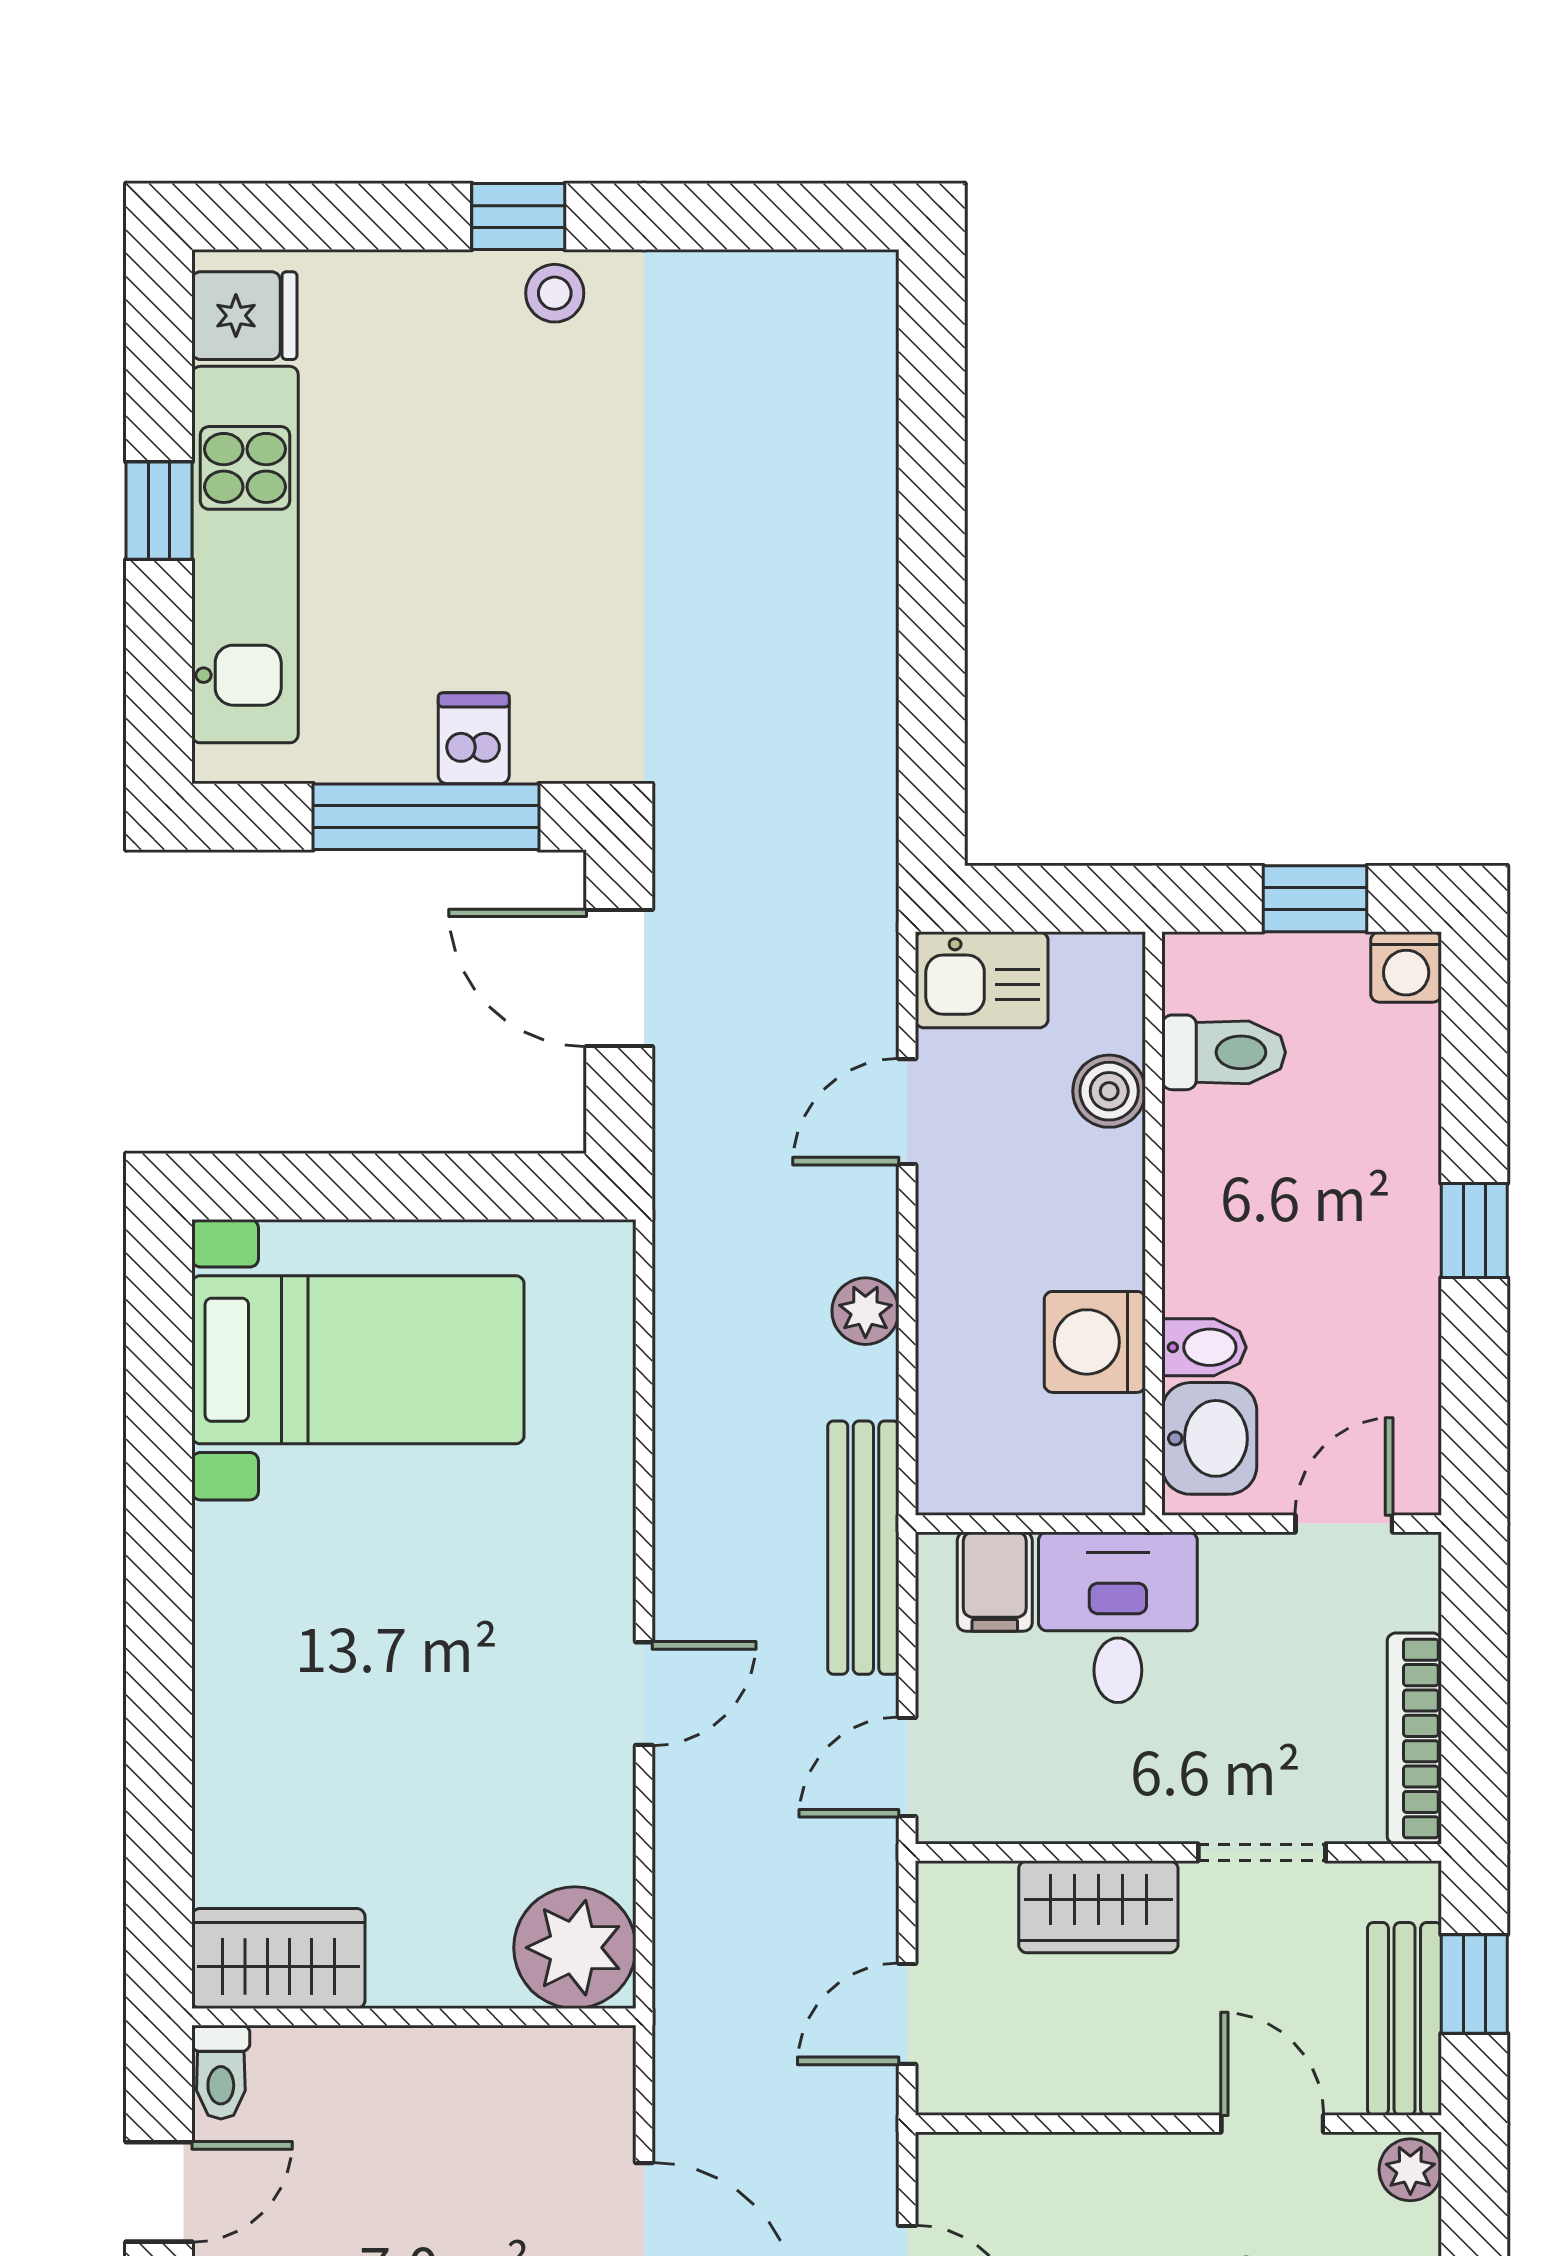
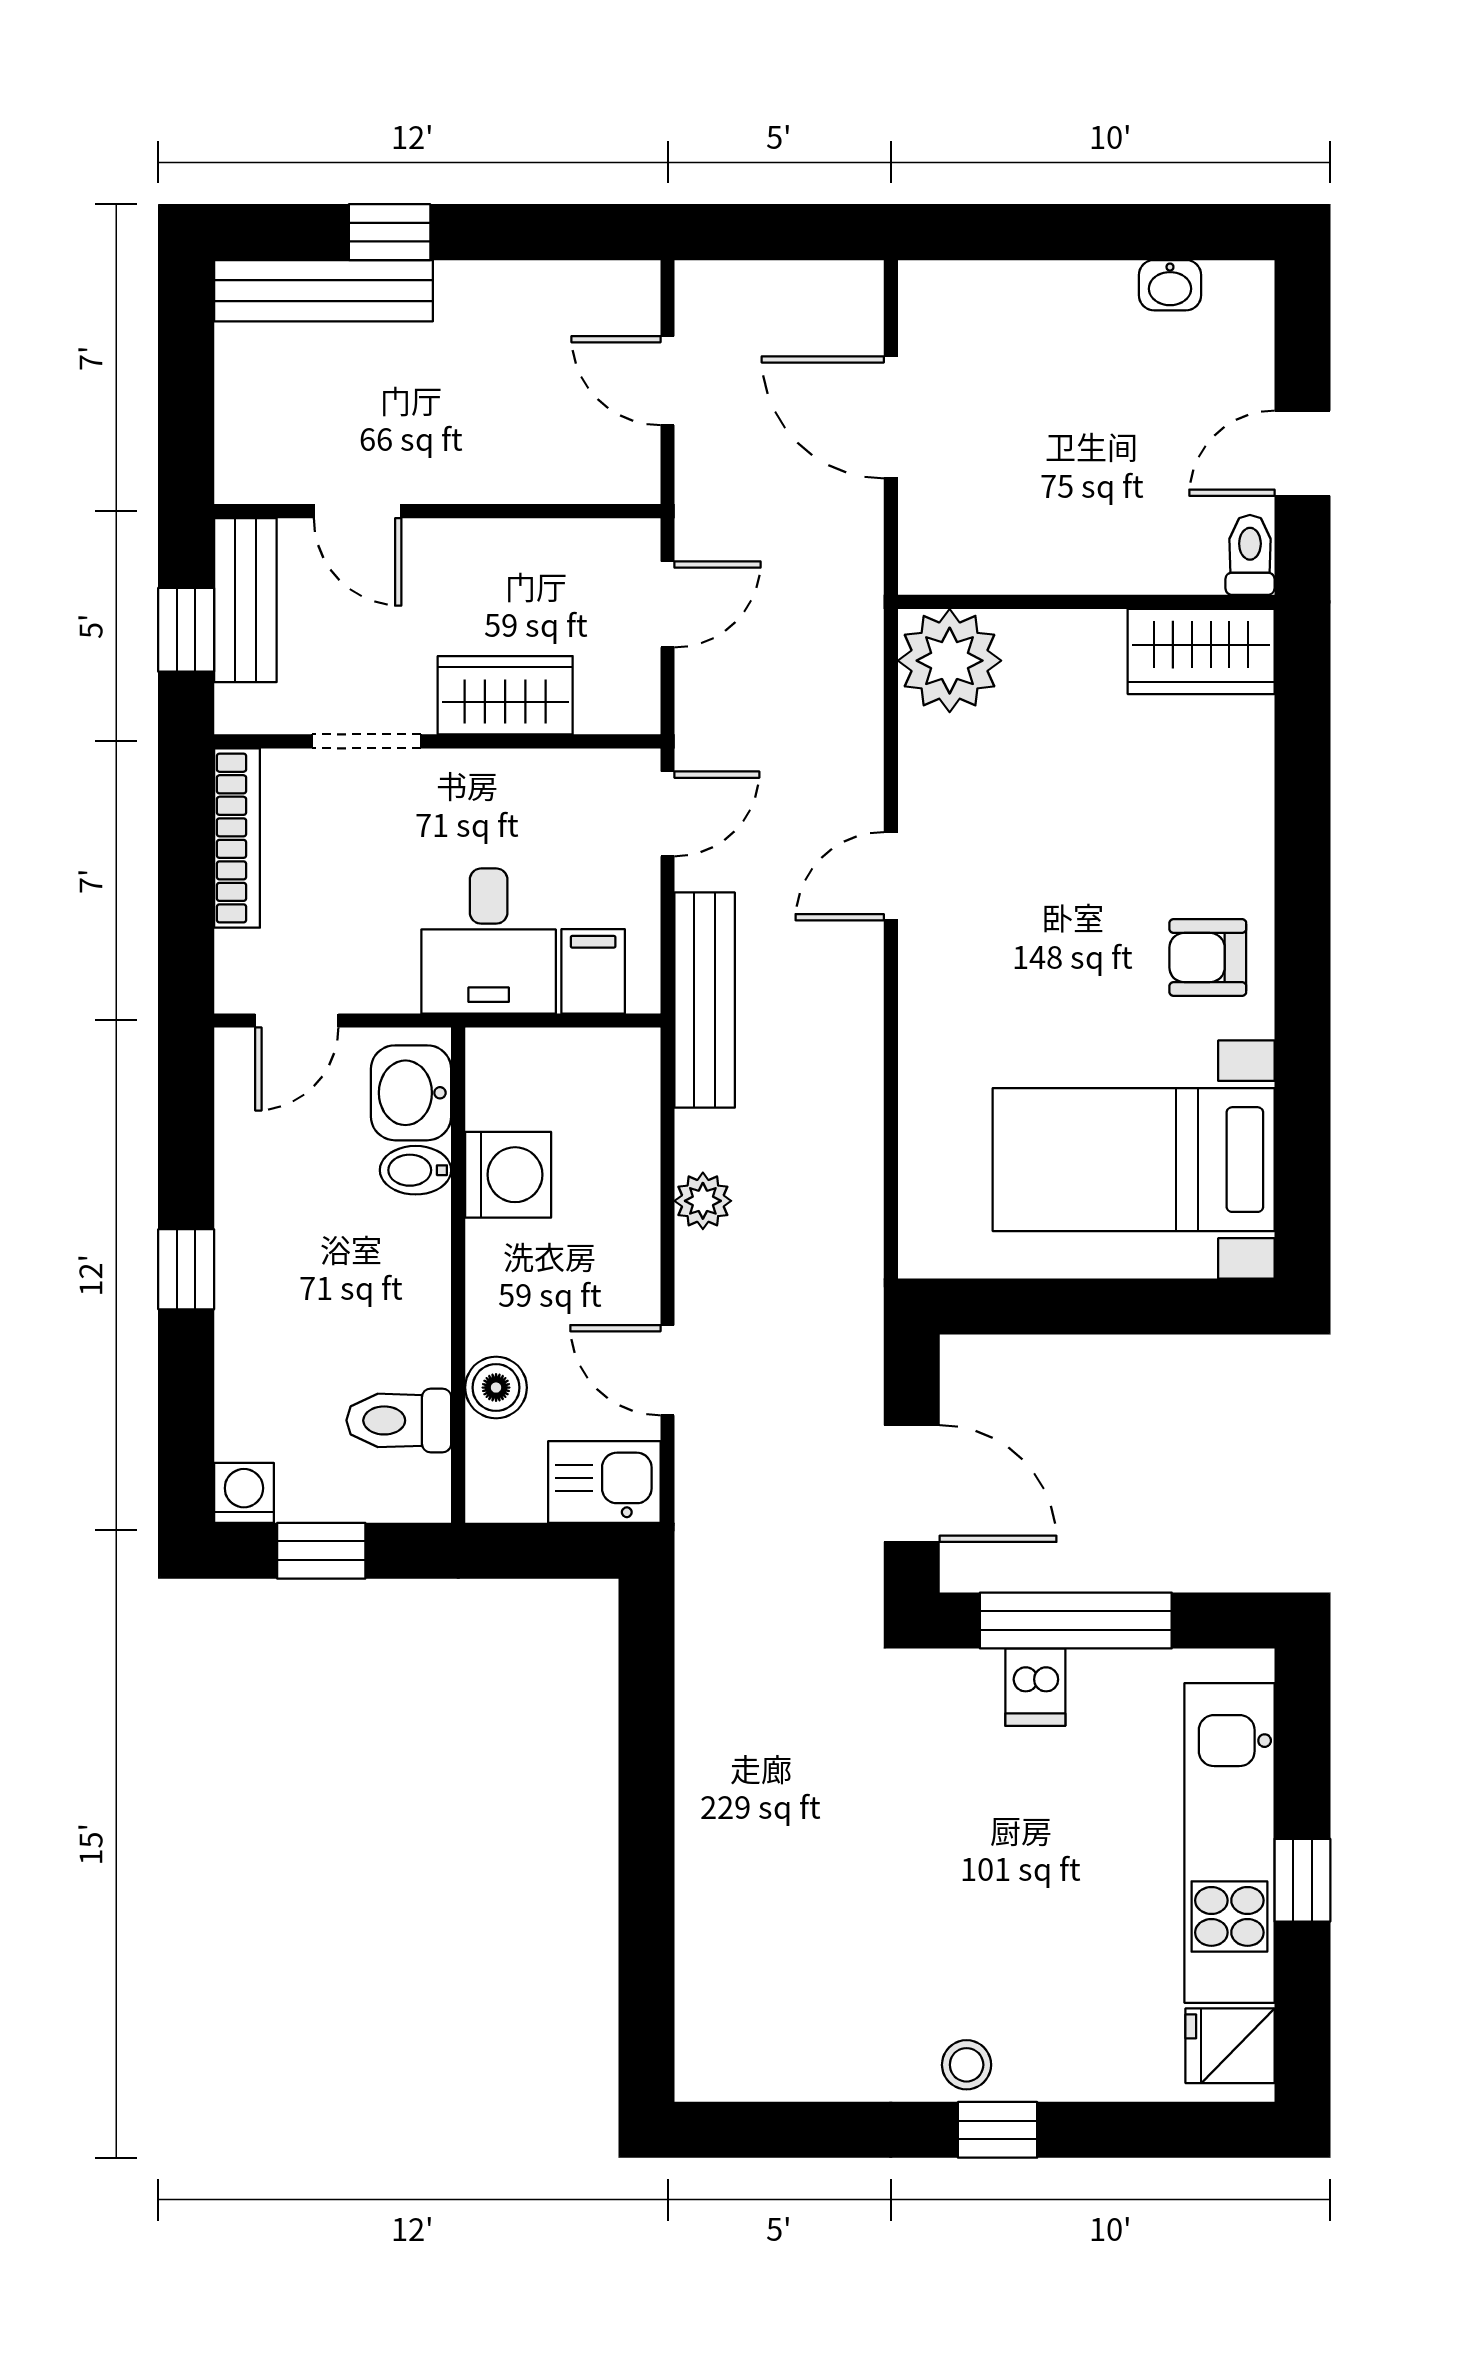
door: (907, 1112) -> (668, 1370), swing flipped
armchair: (271, 1598) -> (1208, 958), added
plant: (1410, 2170) -> (240, 472), removed

